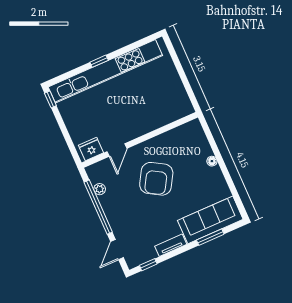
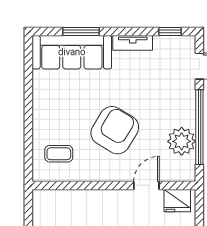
coffee table: (188, 145) -> (59, 154), added
floor lamp: (212, 161) -> (39, 122), removed
plant: (100, 189) -> (182, 141), width x1.87, depth x1.87

